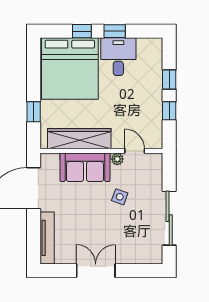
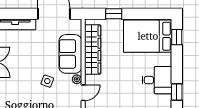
window: (82, 31) -> (177, 37), moved
window: (115, 31) -> (177, 92), moved
bed: (70, 68) -> (148, 36), width x0.73

